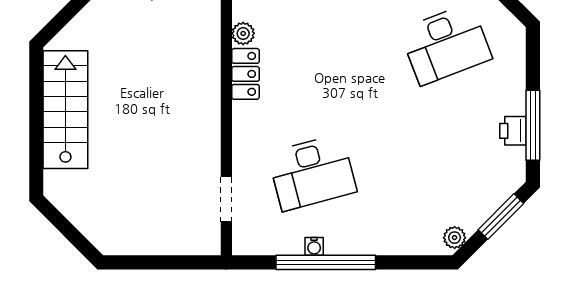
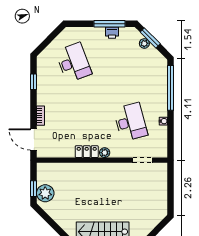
plant: (243, 33) -> (105, 153), moved
plant: (455, 238) -> (144, 43), moved
window: (326, 262) -> (171, 88), moved

